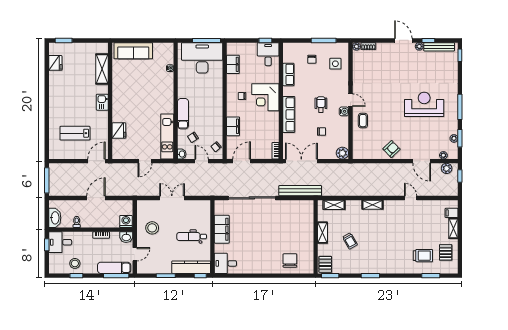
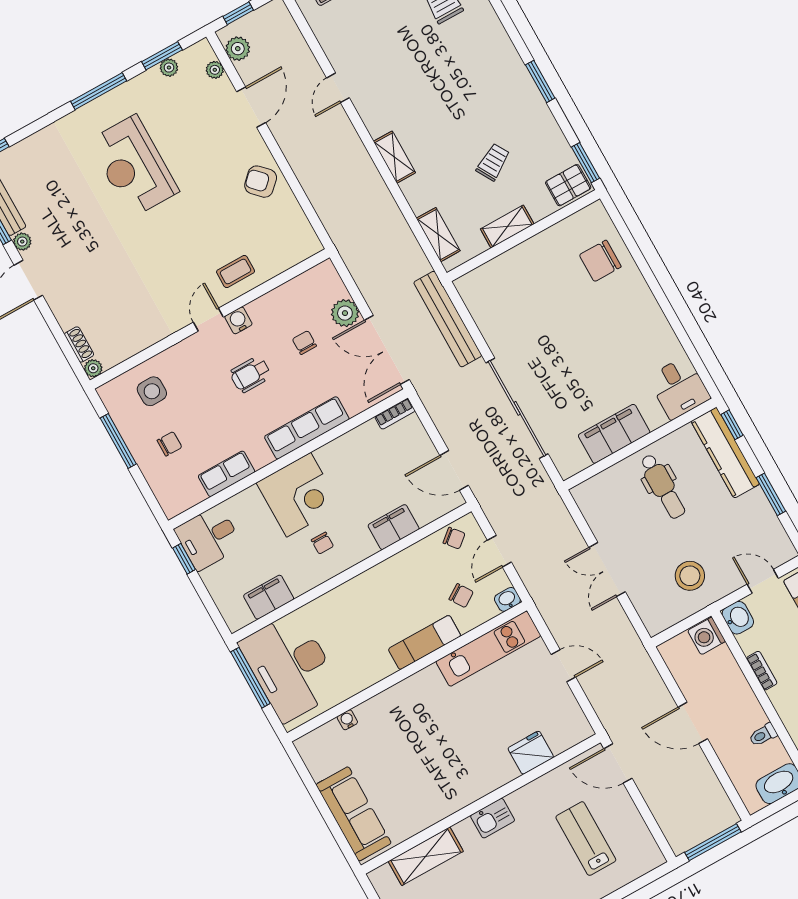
lab bench: (75, 133) -> (586, 839), turned 180
plant: (342, 153) -> (345, 313), moved

